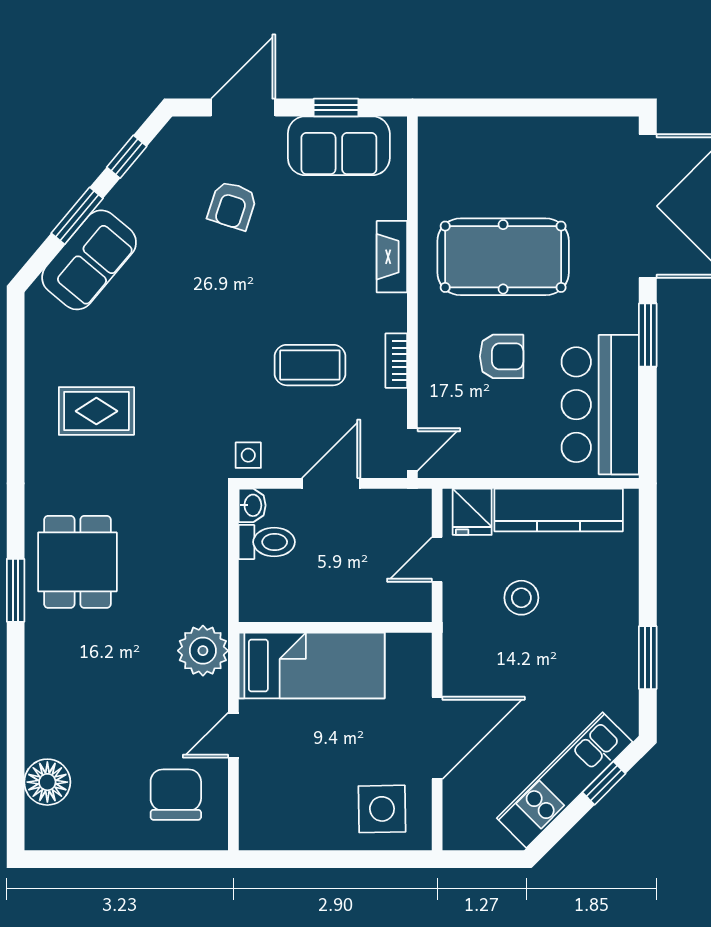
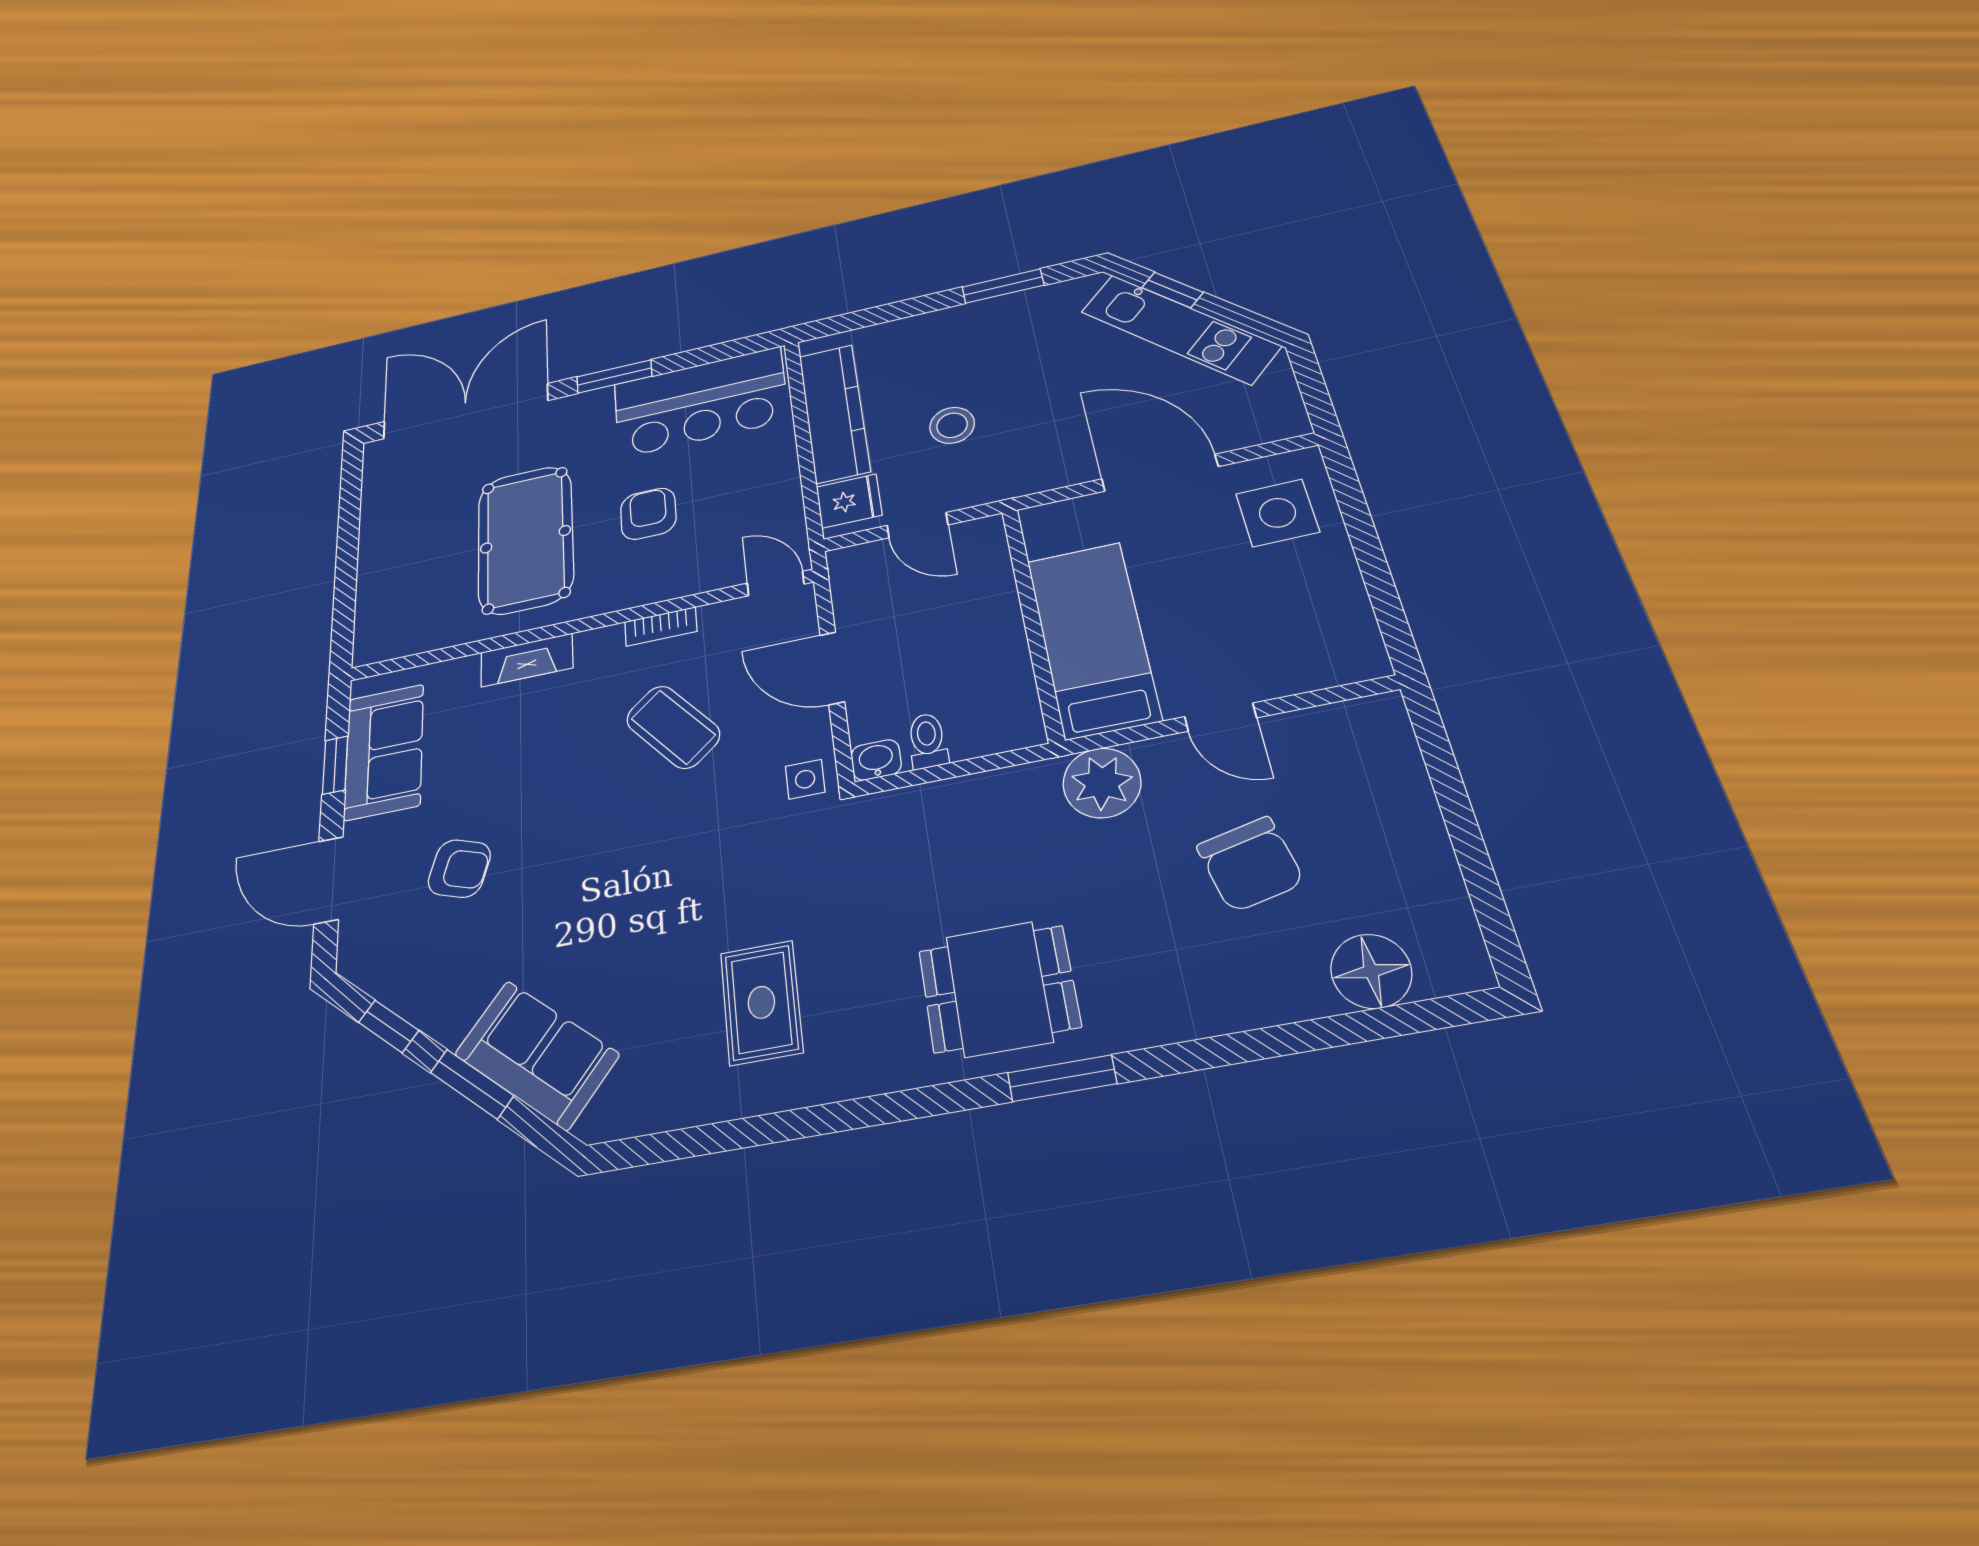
coffee table: (310, 365) -> (673, 727), turned -40
toilet: (267, 542) -> (927, 741), width x0.73, depth x0.72
chair: (176, 795) -> (1250, 864), moved, turned -103

